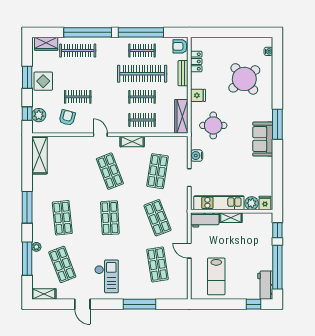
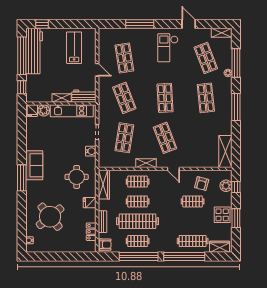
workbench: (265, 285) -> (34, 51), width x1.88, depth x1.32

